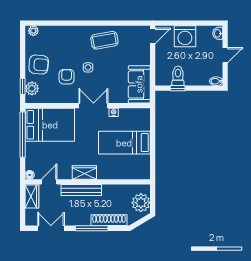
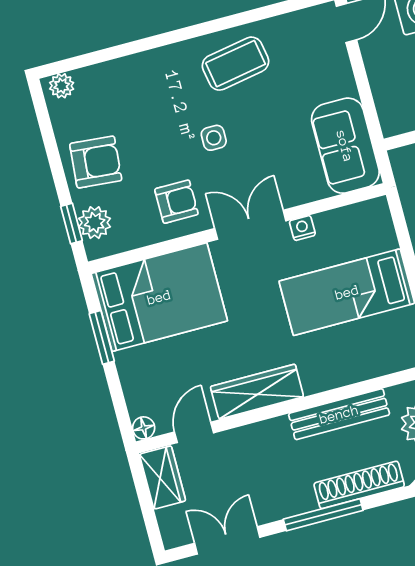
armchair: (67, 77) -> (176, 202), moved, turned 90
window: (23, 135) -> (102, 337), width x0.47
wardrobe: (84, 173) -> (257, 392), width x1.50
bench: (81, 190) -> (339, 414), moved

